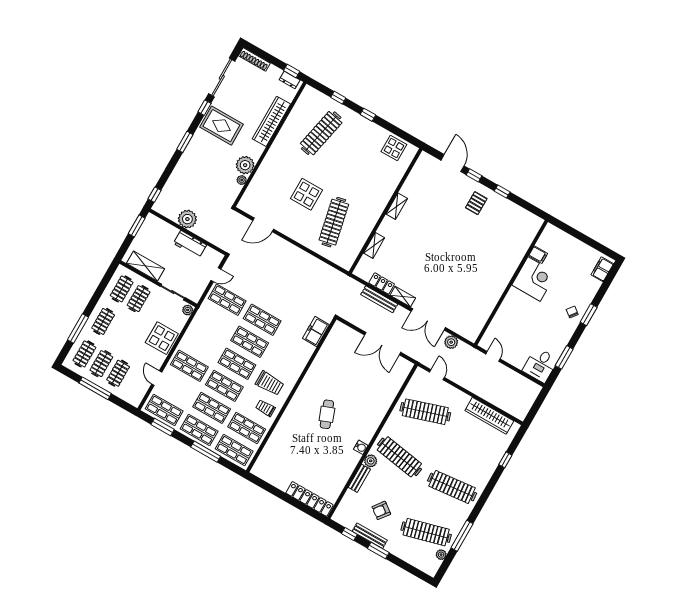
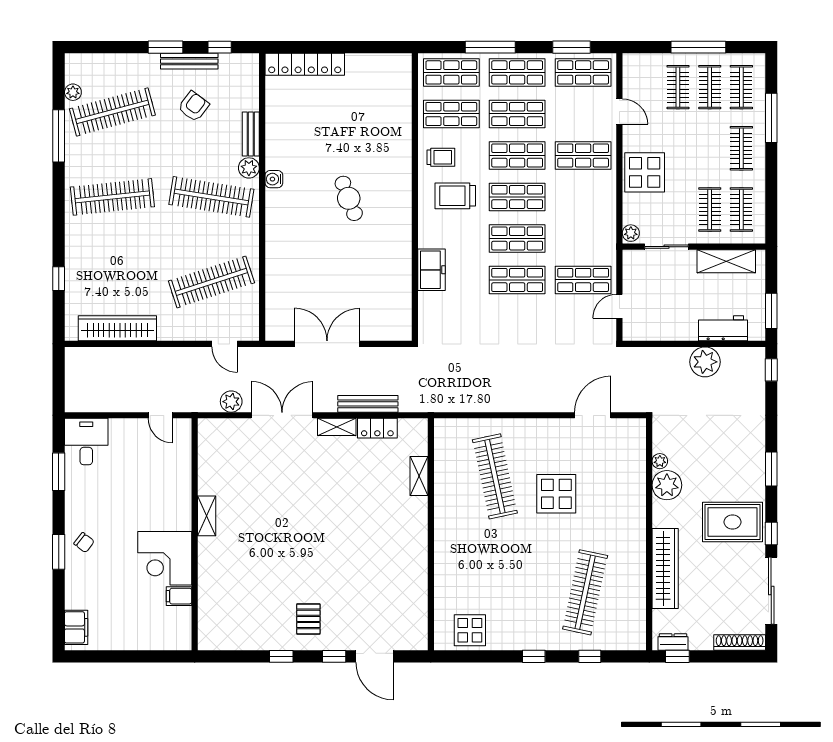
shelving: (397, 206) -> (207, 516), moved
workbench: (190, 244) -> (723, 328), moved
freezer: (316, 332) -> (432, 270), moved

